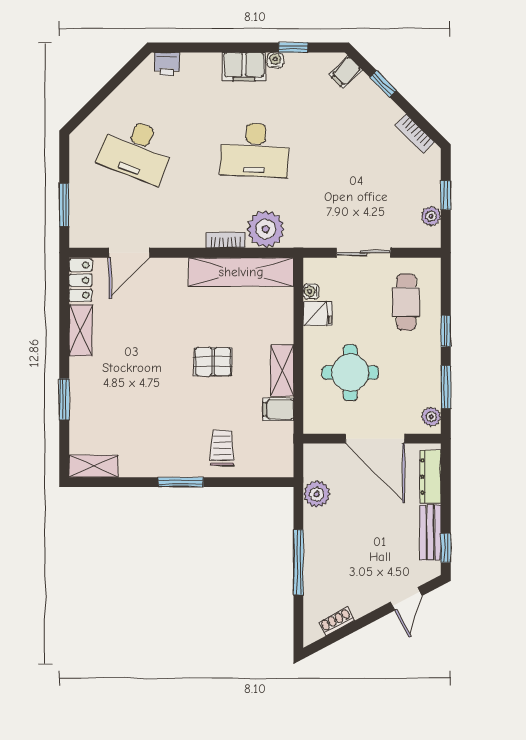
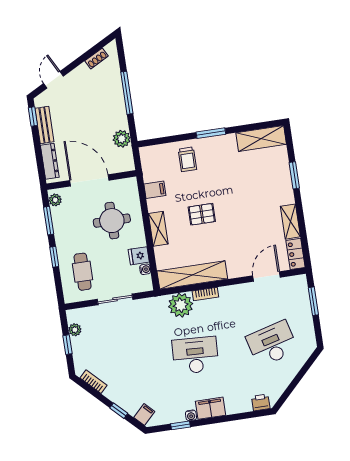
desk: (136, 150) -> (272, 344), turned -36
shelving: (282, 370) -> (158, 229), moved
shelving: (94, 466) -> (261, 139), width x1.50, depth x1.33

